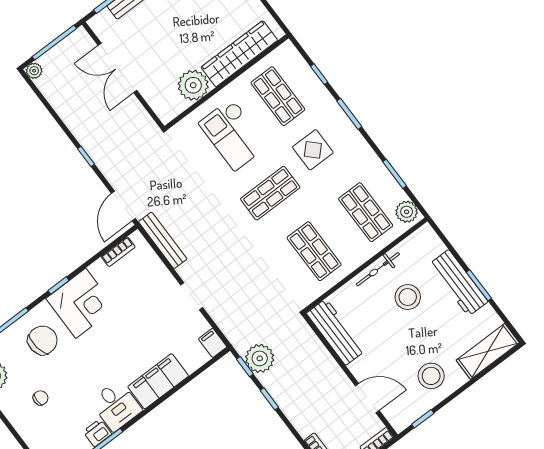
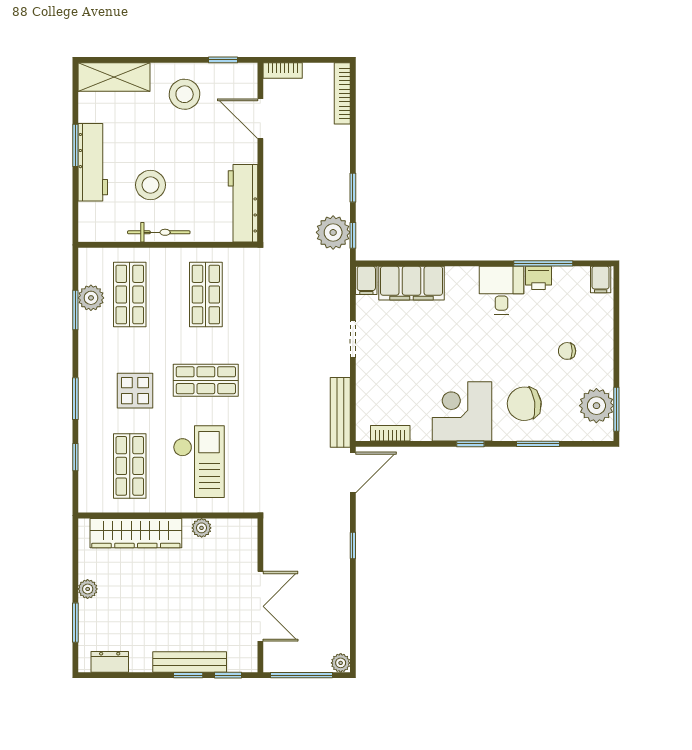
plant: (193, 85) -> (202, 528), width x0.53, depth x0.53
plant: (407, 212) -> (91, 298), moved
filing cabinet: (158, 381) -> (412, 283), moved

